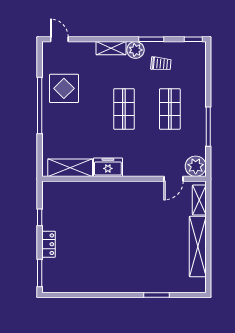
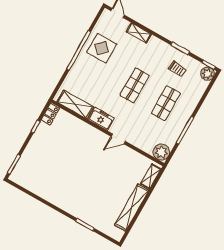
shelving: (111, 48) -> (139, 33), moved
plant: (135, 50) -> (207, 74), moved
door: (173, 179) -> (118, 139), moved
locker: (49, 244) -> (50, 114), moved

